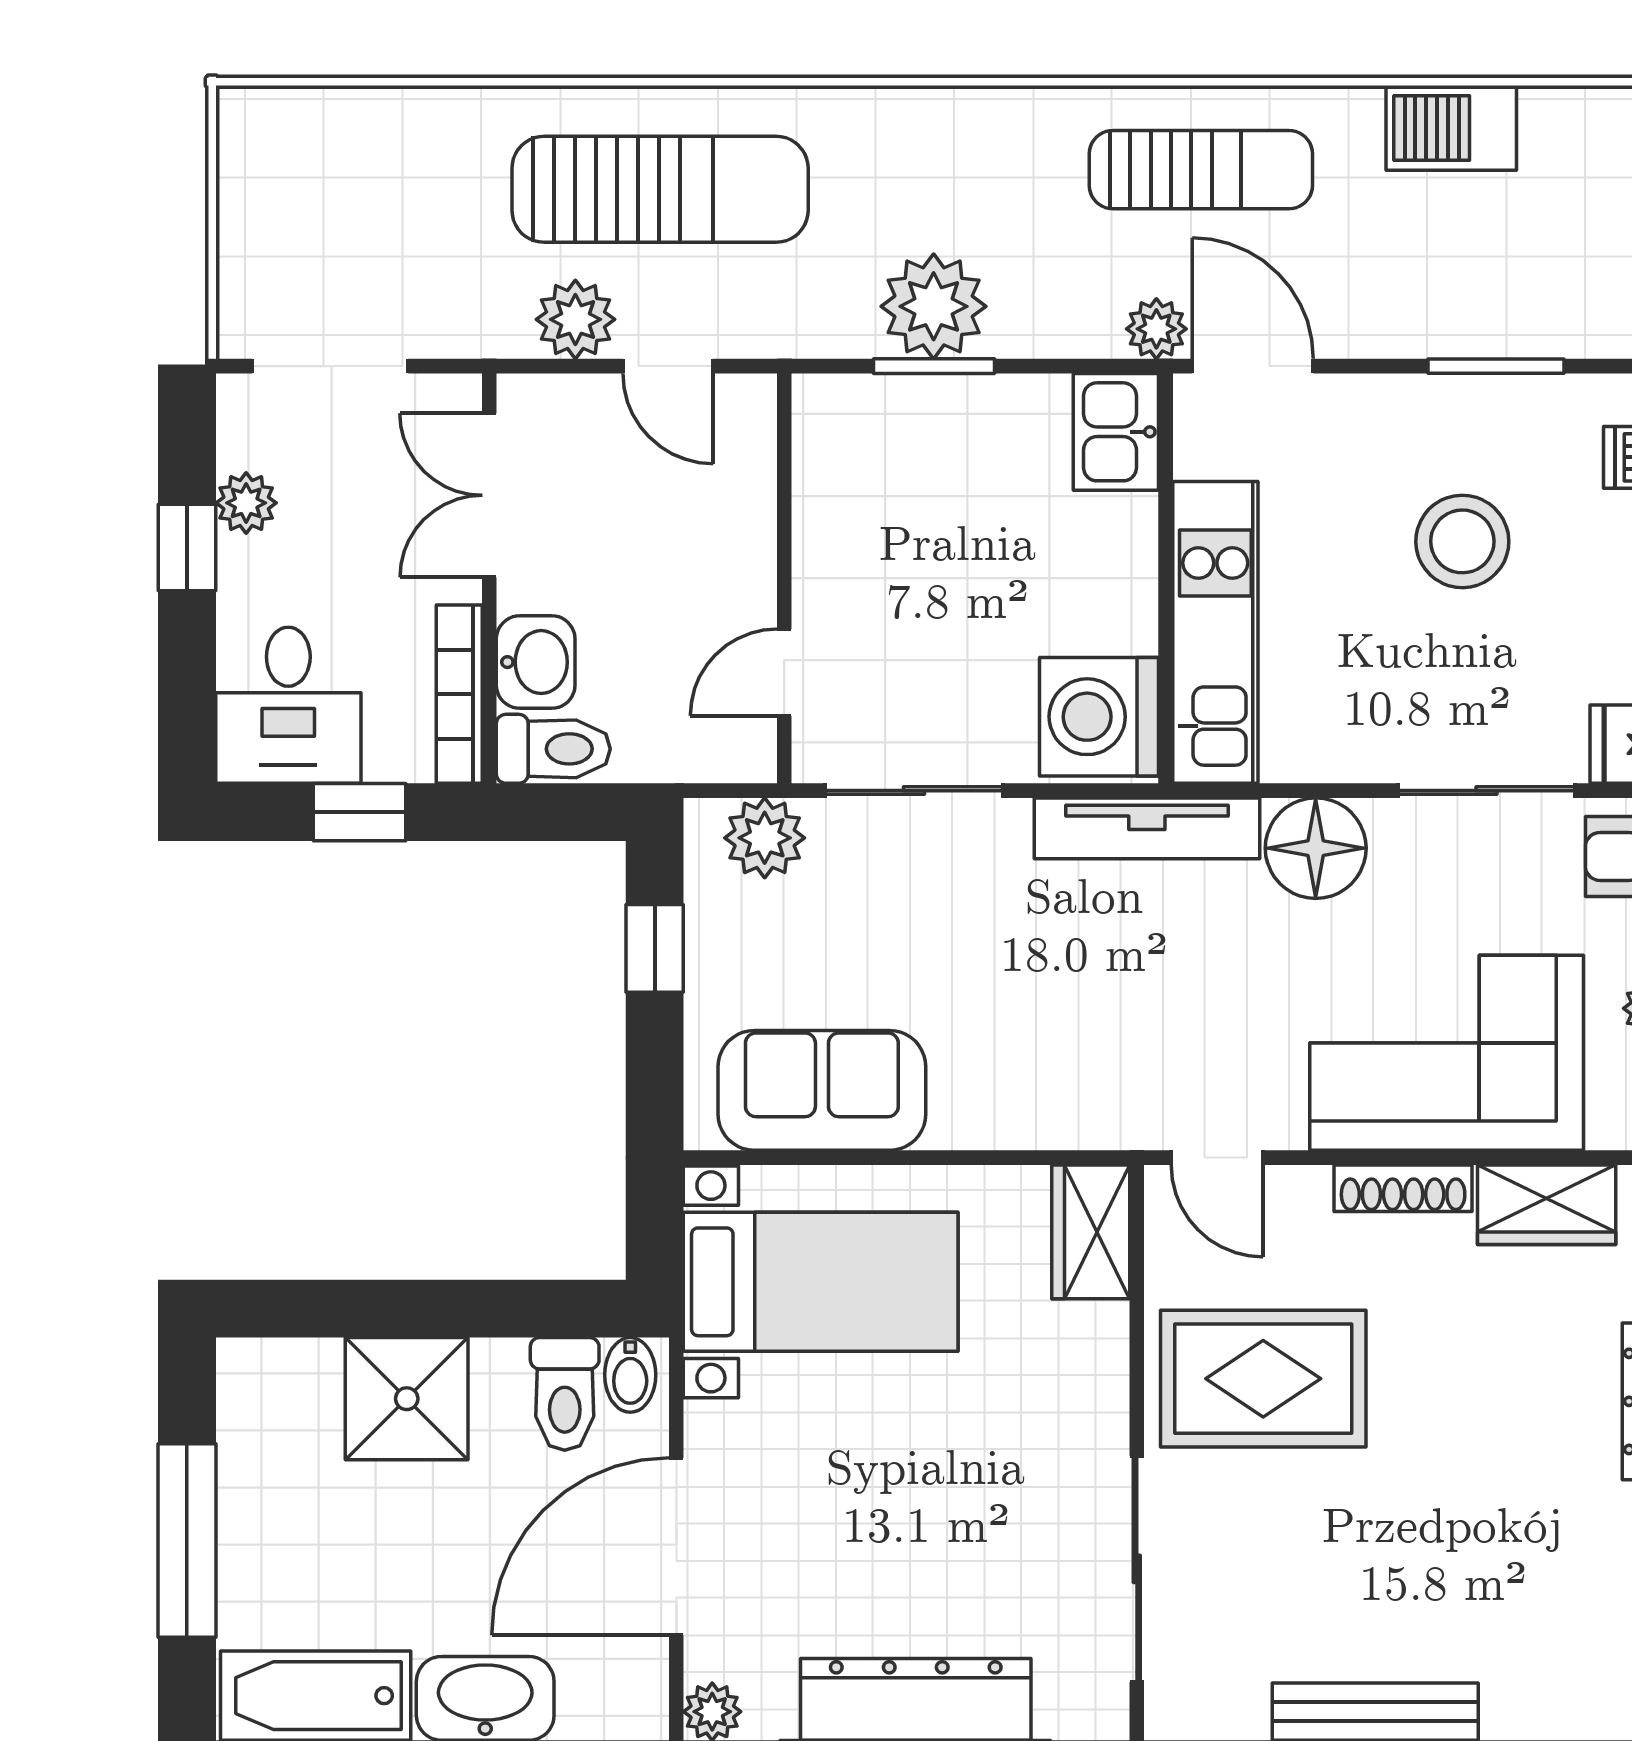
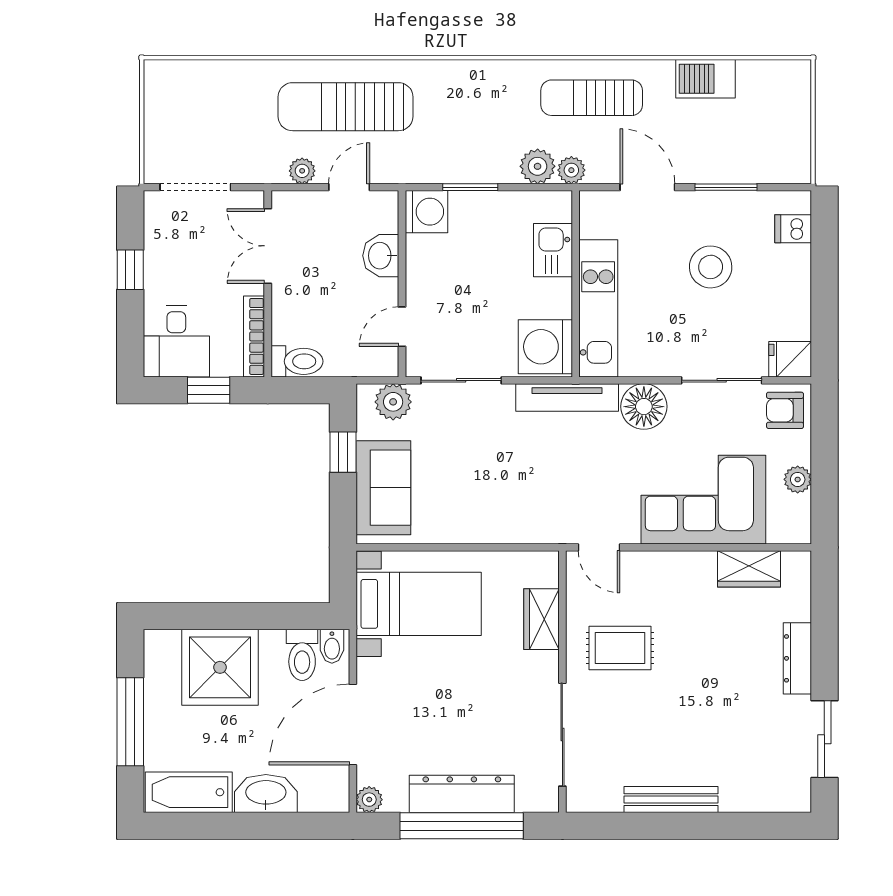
sun lounger: (1201, 170) -> (592, 98), turned 180
sun lounger: (660, 189) -> (346, 107), turned 180
plant: (934, 306) -> (538, 166), moved, width x0.73, depth x0.73
plant: (575, 319) -> (302, 171), width x0.73, depth x0.73
door: (668, 366) -> (349, 187), swing flipped
door: (1253, 366) -> (647, 187), moved
washing machine: (838, 420) -> (426, 212), added
kitchen sink: (1116, 432) -> (553, 250), moved
plant: (246, 503) -> (157, 249), removed
washbasin: (536, 662) -> (381, 256), moved, turned 180
sofa: (822, 1090) -> (383, 488), moved, turned 90
shoe rack: (1403, 1188) -> (684, 561), removed
wardrobe: (1091, 1232) -> (542, 619), moved
rug: (1263, 1379) -> (620, 648), width x0.73, depth x0.70
shower: (407, 1399) -> (220, 667), width x1.37, depth x1.37

